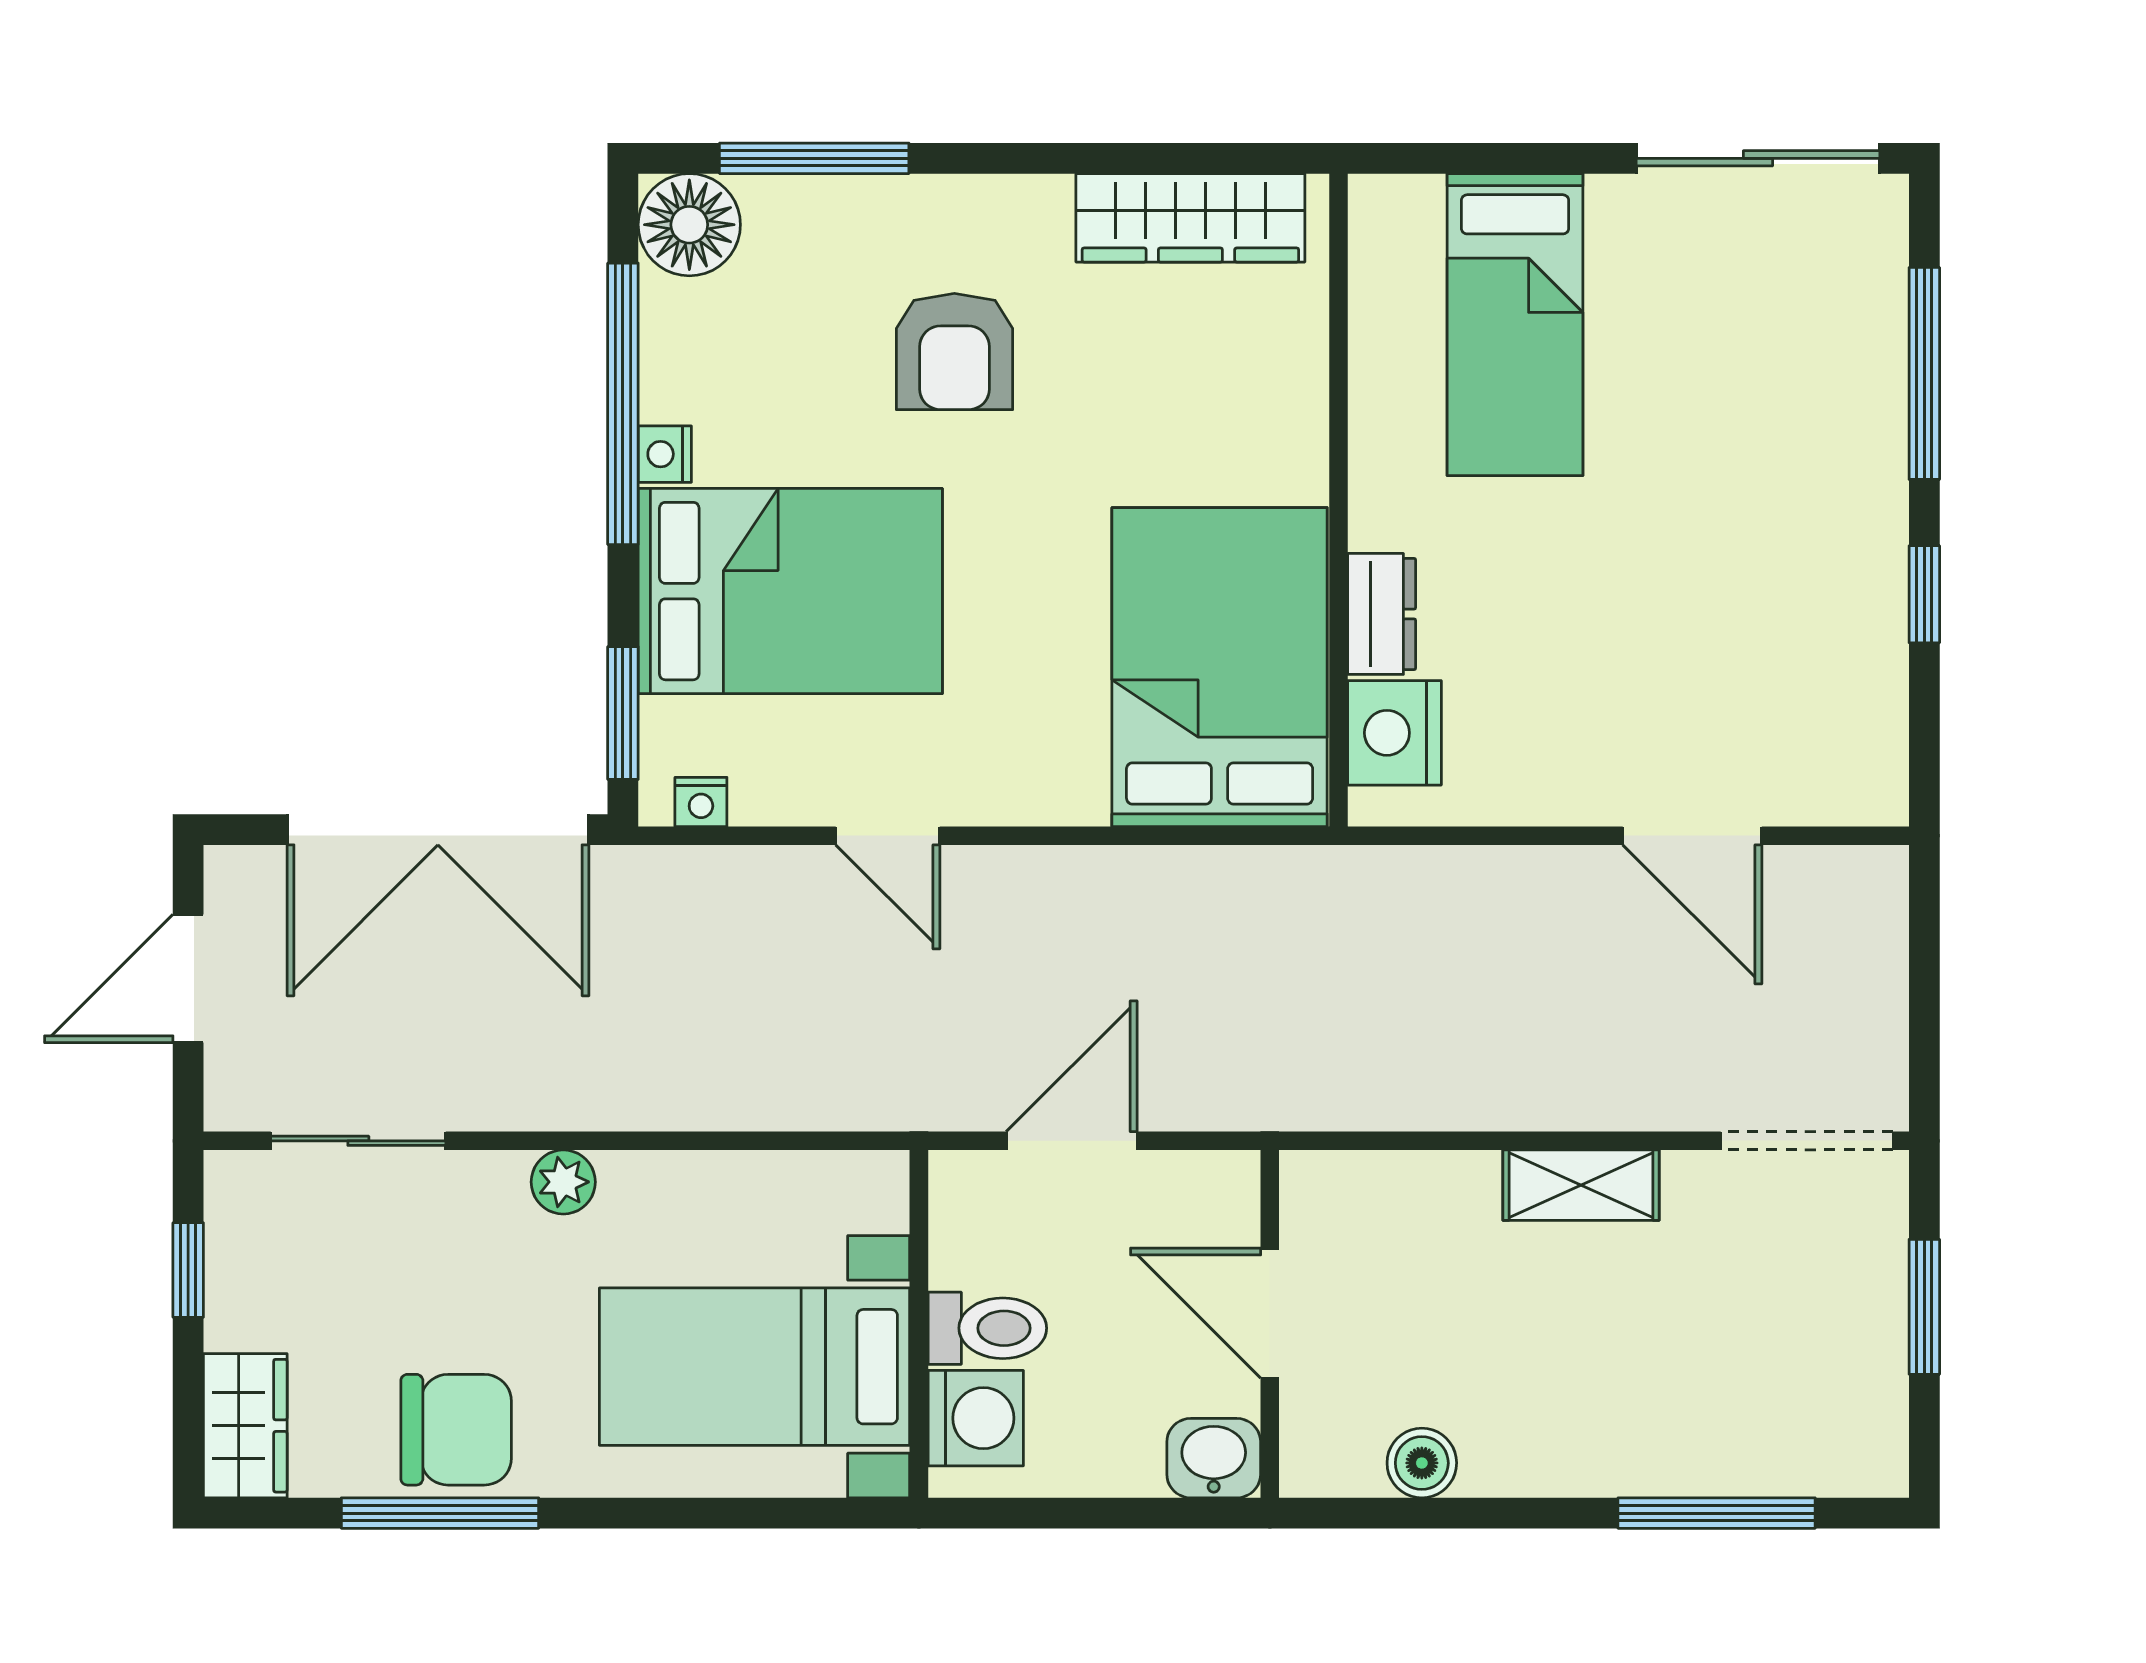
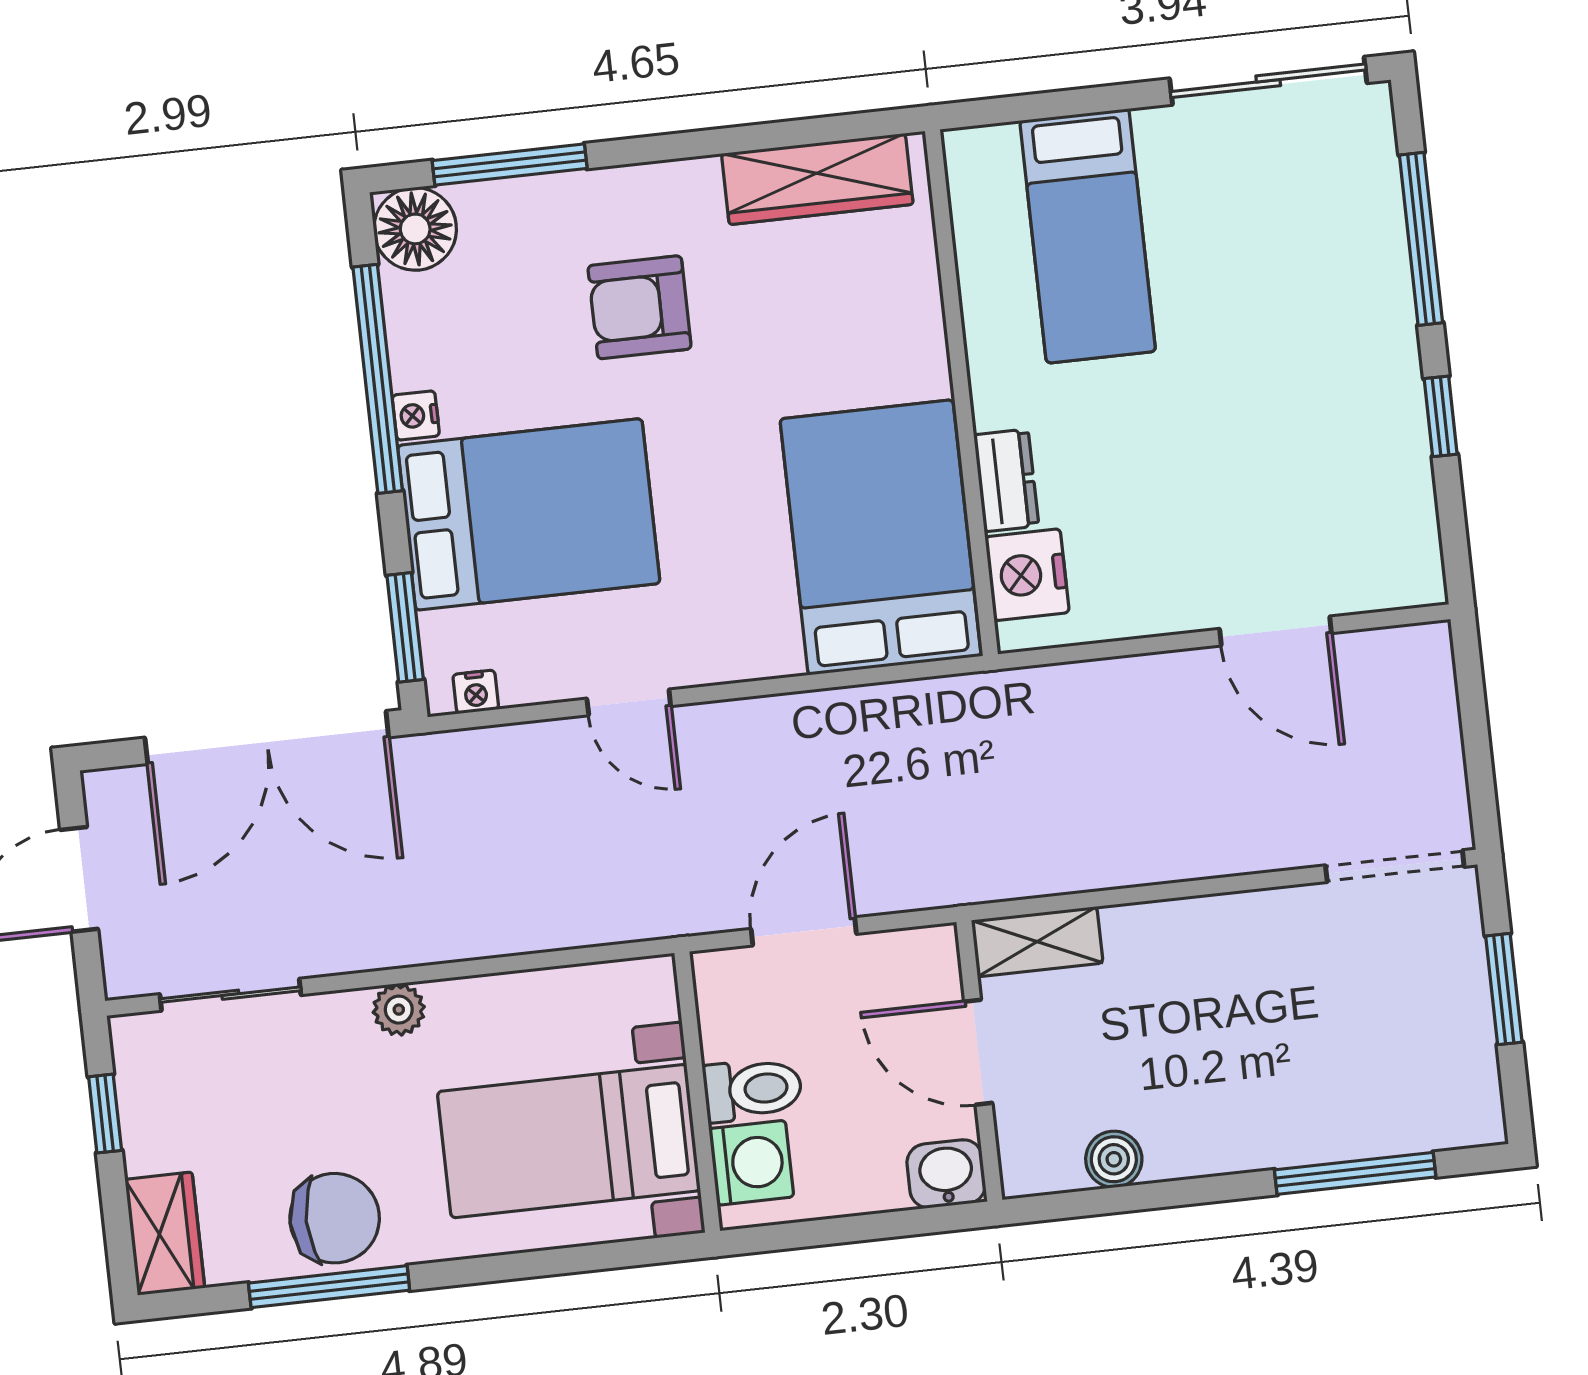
armchair: (954, 352) -> (640, 307), turned 90
shelving: (1581, 1185) -> (1037, 942), moved

